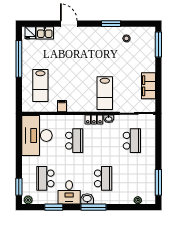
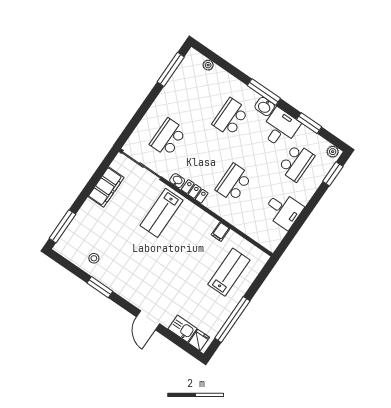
lab bench: (105, 93) -> (161, 213), turned 180
desk: (37, 136) -> (283, 210), width x0.53, depth x0.77

